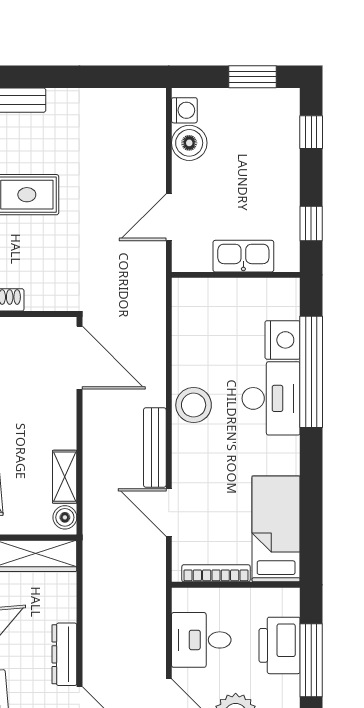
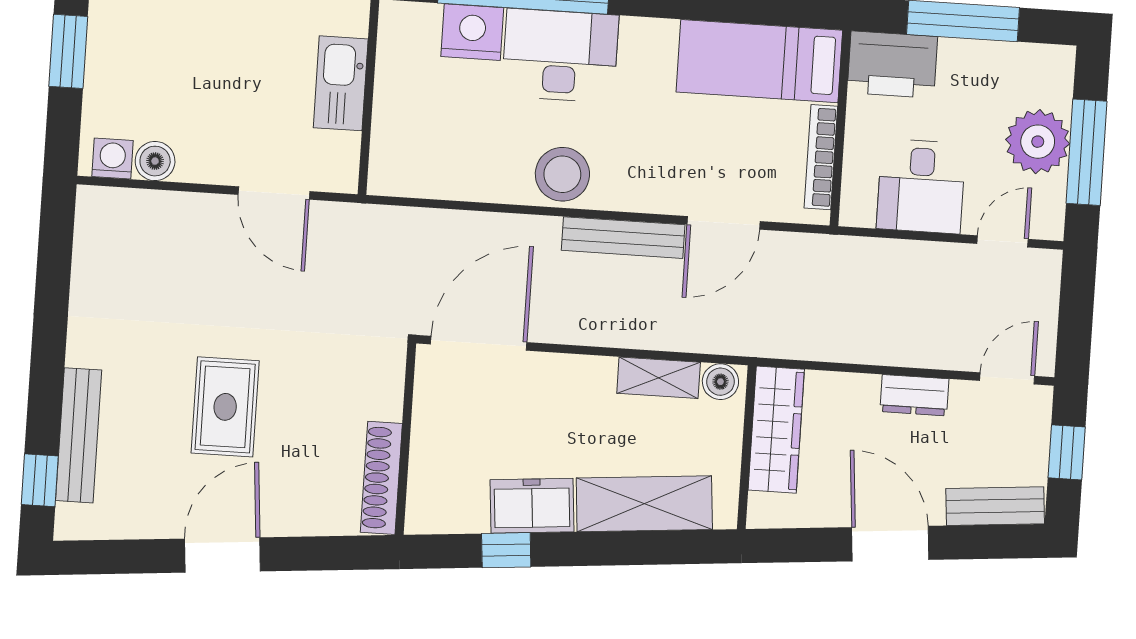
boiler: (189, 143) -> (155, 161), width x0.73, depth x0.73
printer: (280, 645) -> (892, 65), moved
dresser: (64, 654) -> (914, 395), width x0.70

